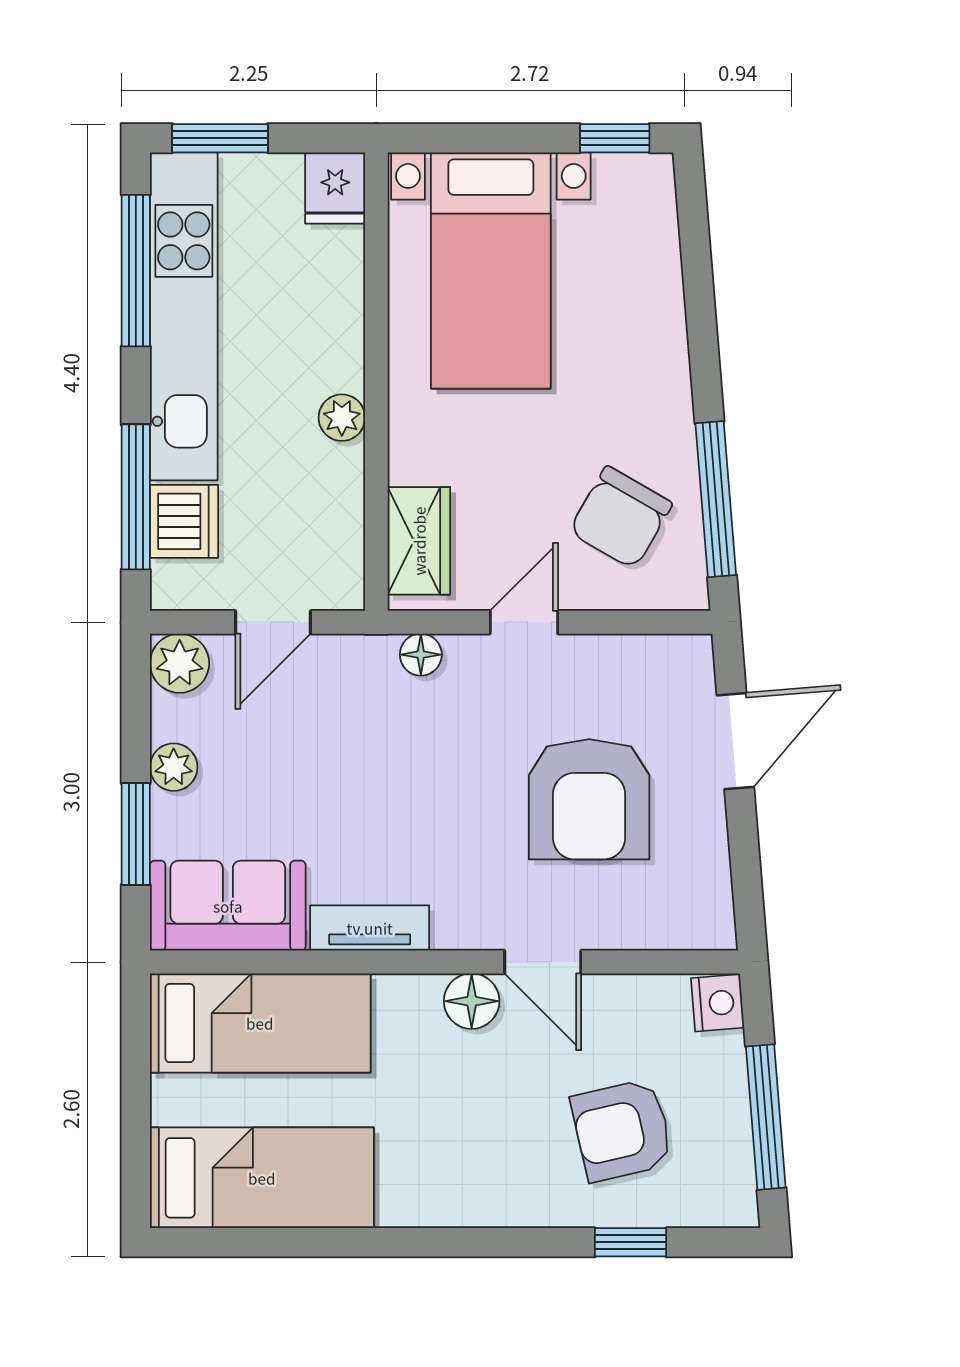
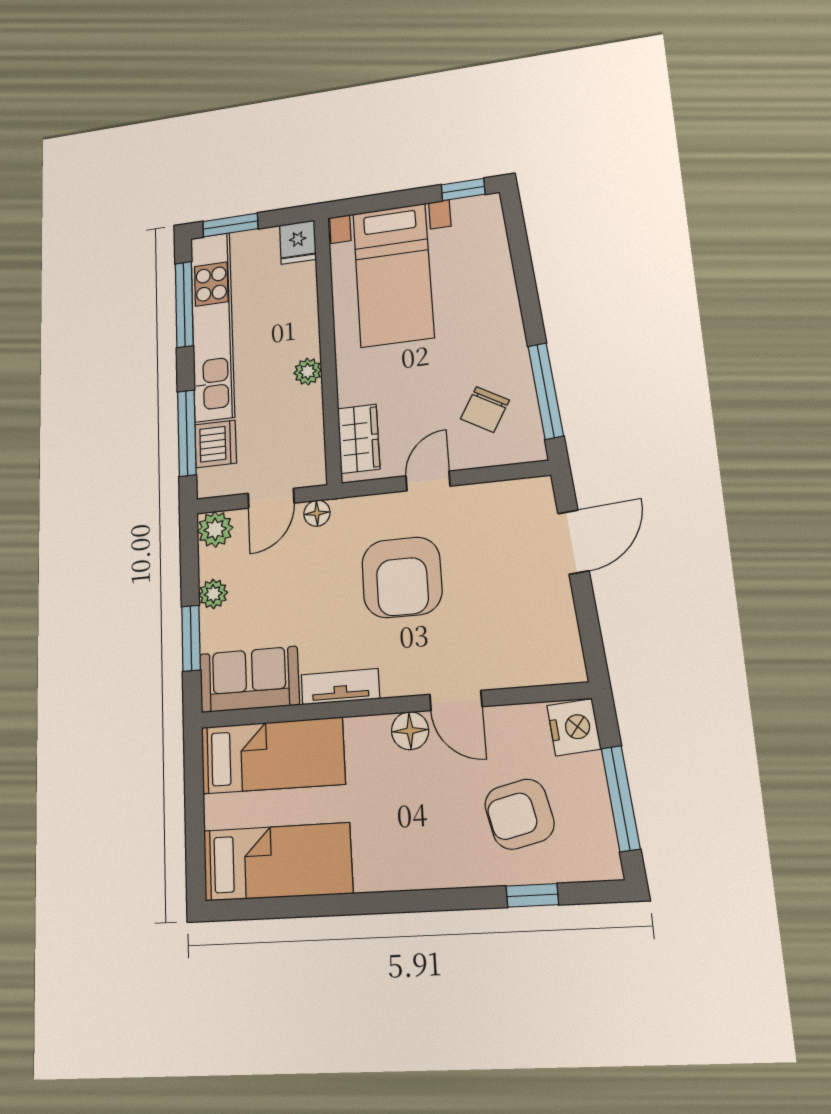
chair: (621, 518) -> (485, 409), width x0.73, depth x0.73
floor lamp: (421, 655) -> (317, 513), moved
armchair: (589, 799) -> (402, 577), moved
nightstand: (718, 1003) -> (574, 727), width x1.36, depth x1.33

